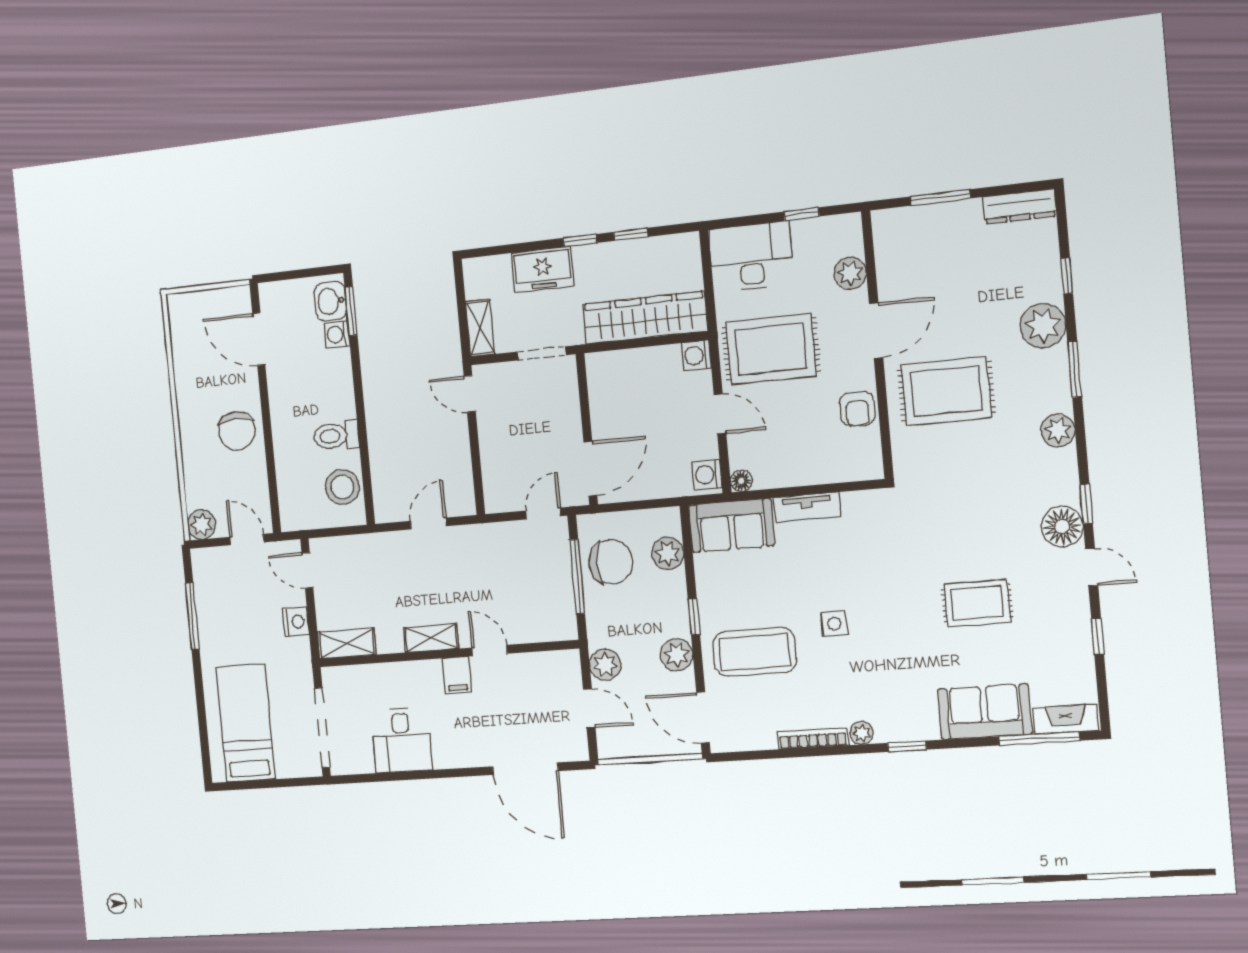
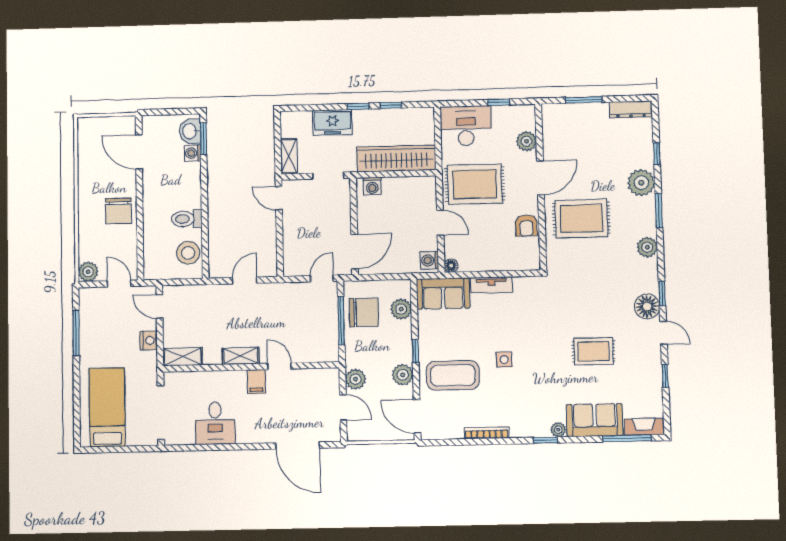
washing machine: (696, 355) -> (372, 186), moved, turned -90
plant: (861, 733) -> (558, 430), moved

